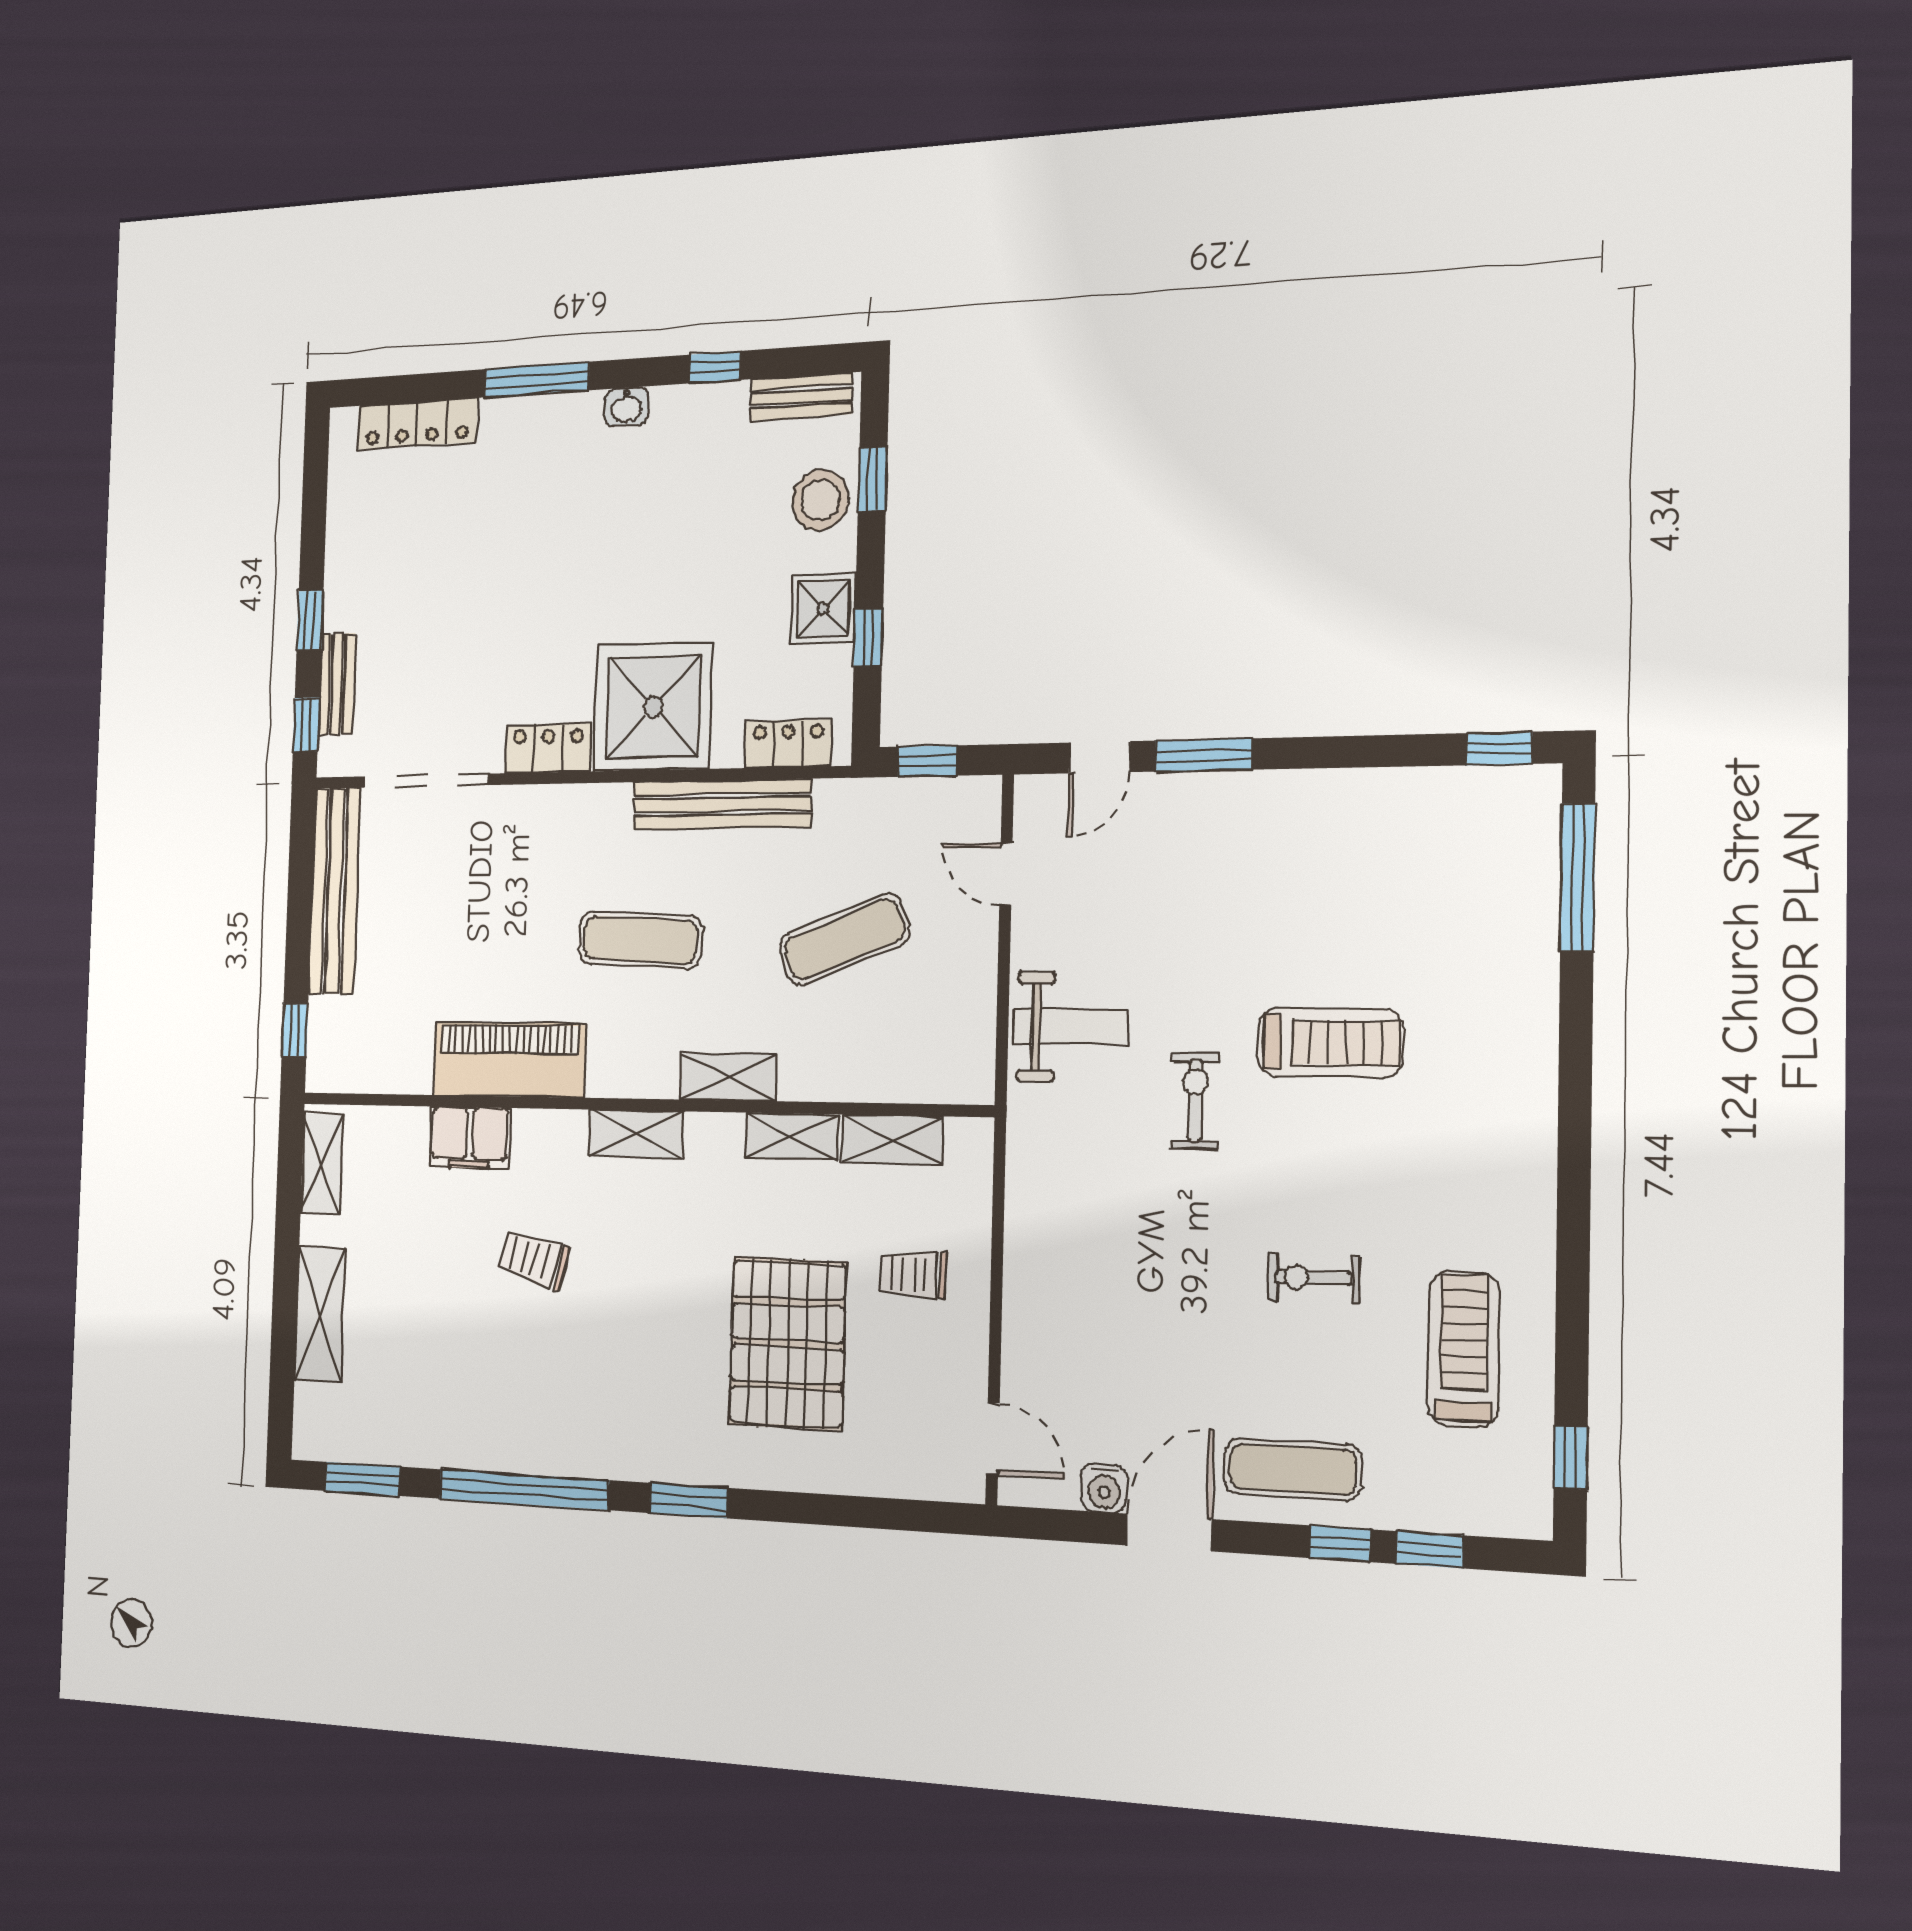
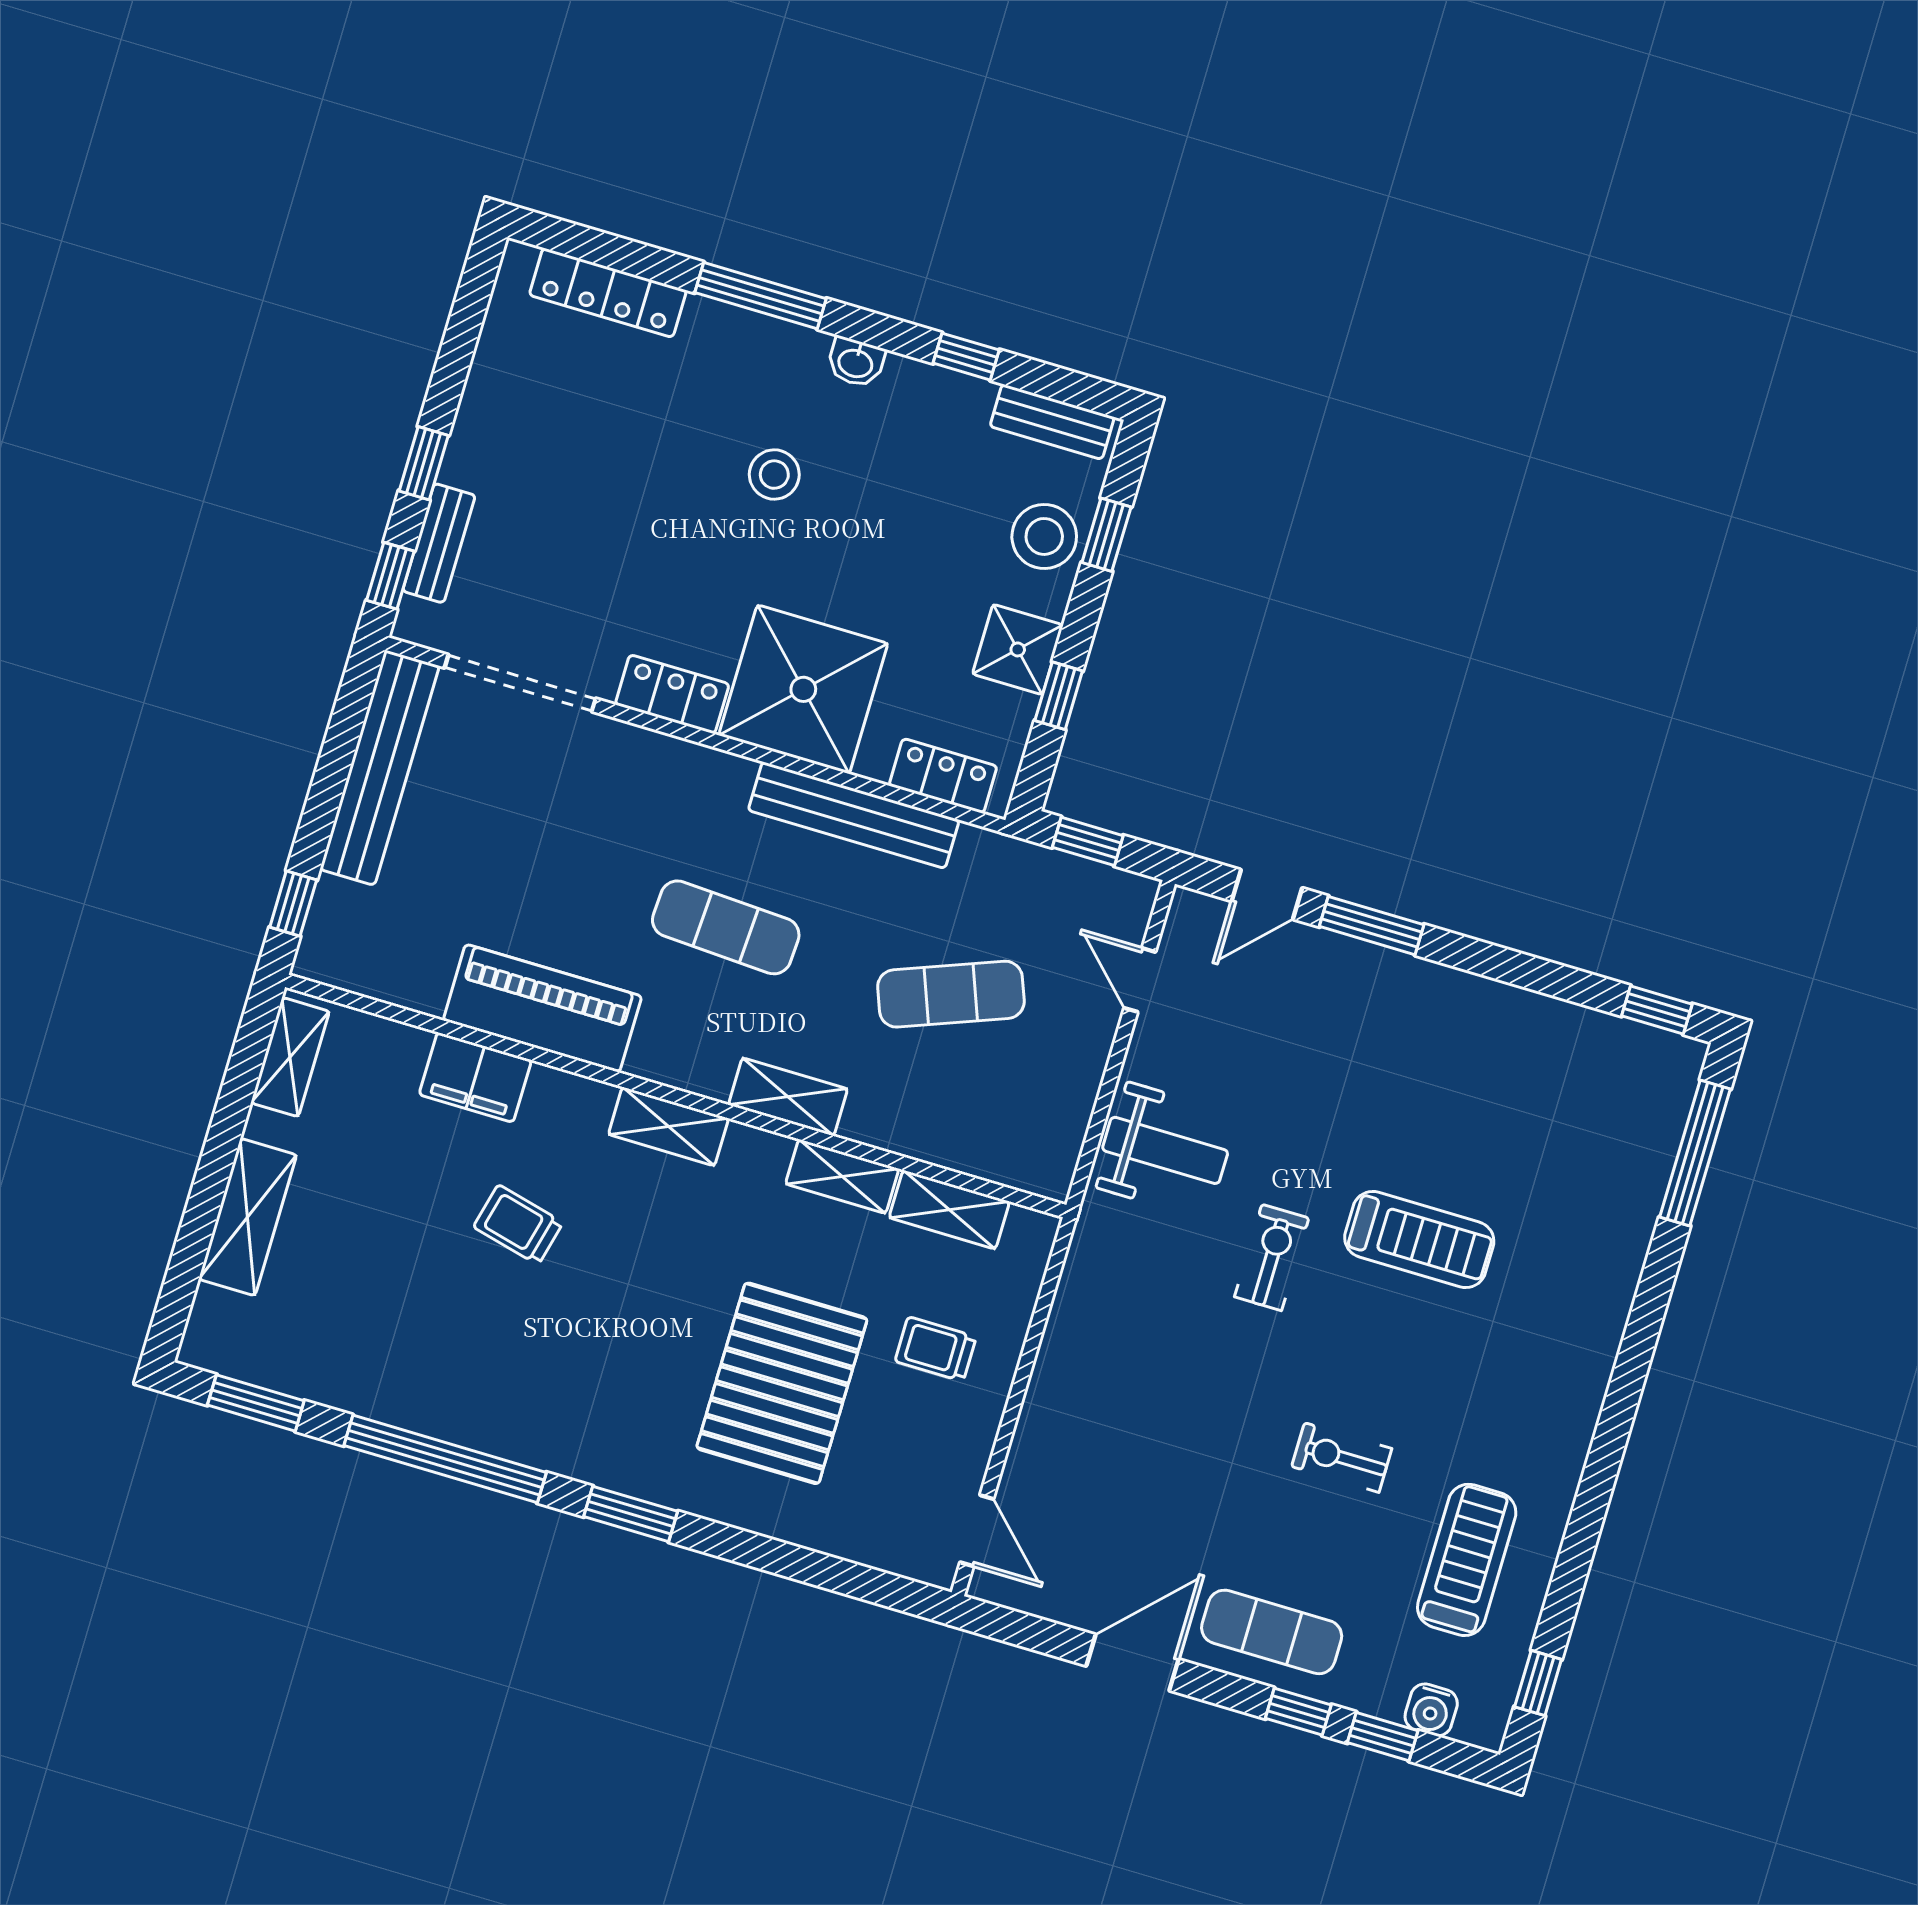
stool: (584, 528) -> (774, 475), added
water cooler: (1104, 1488) -> (1431, 1710), moved

